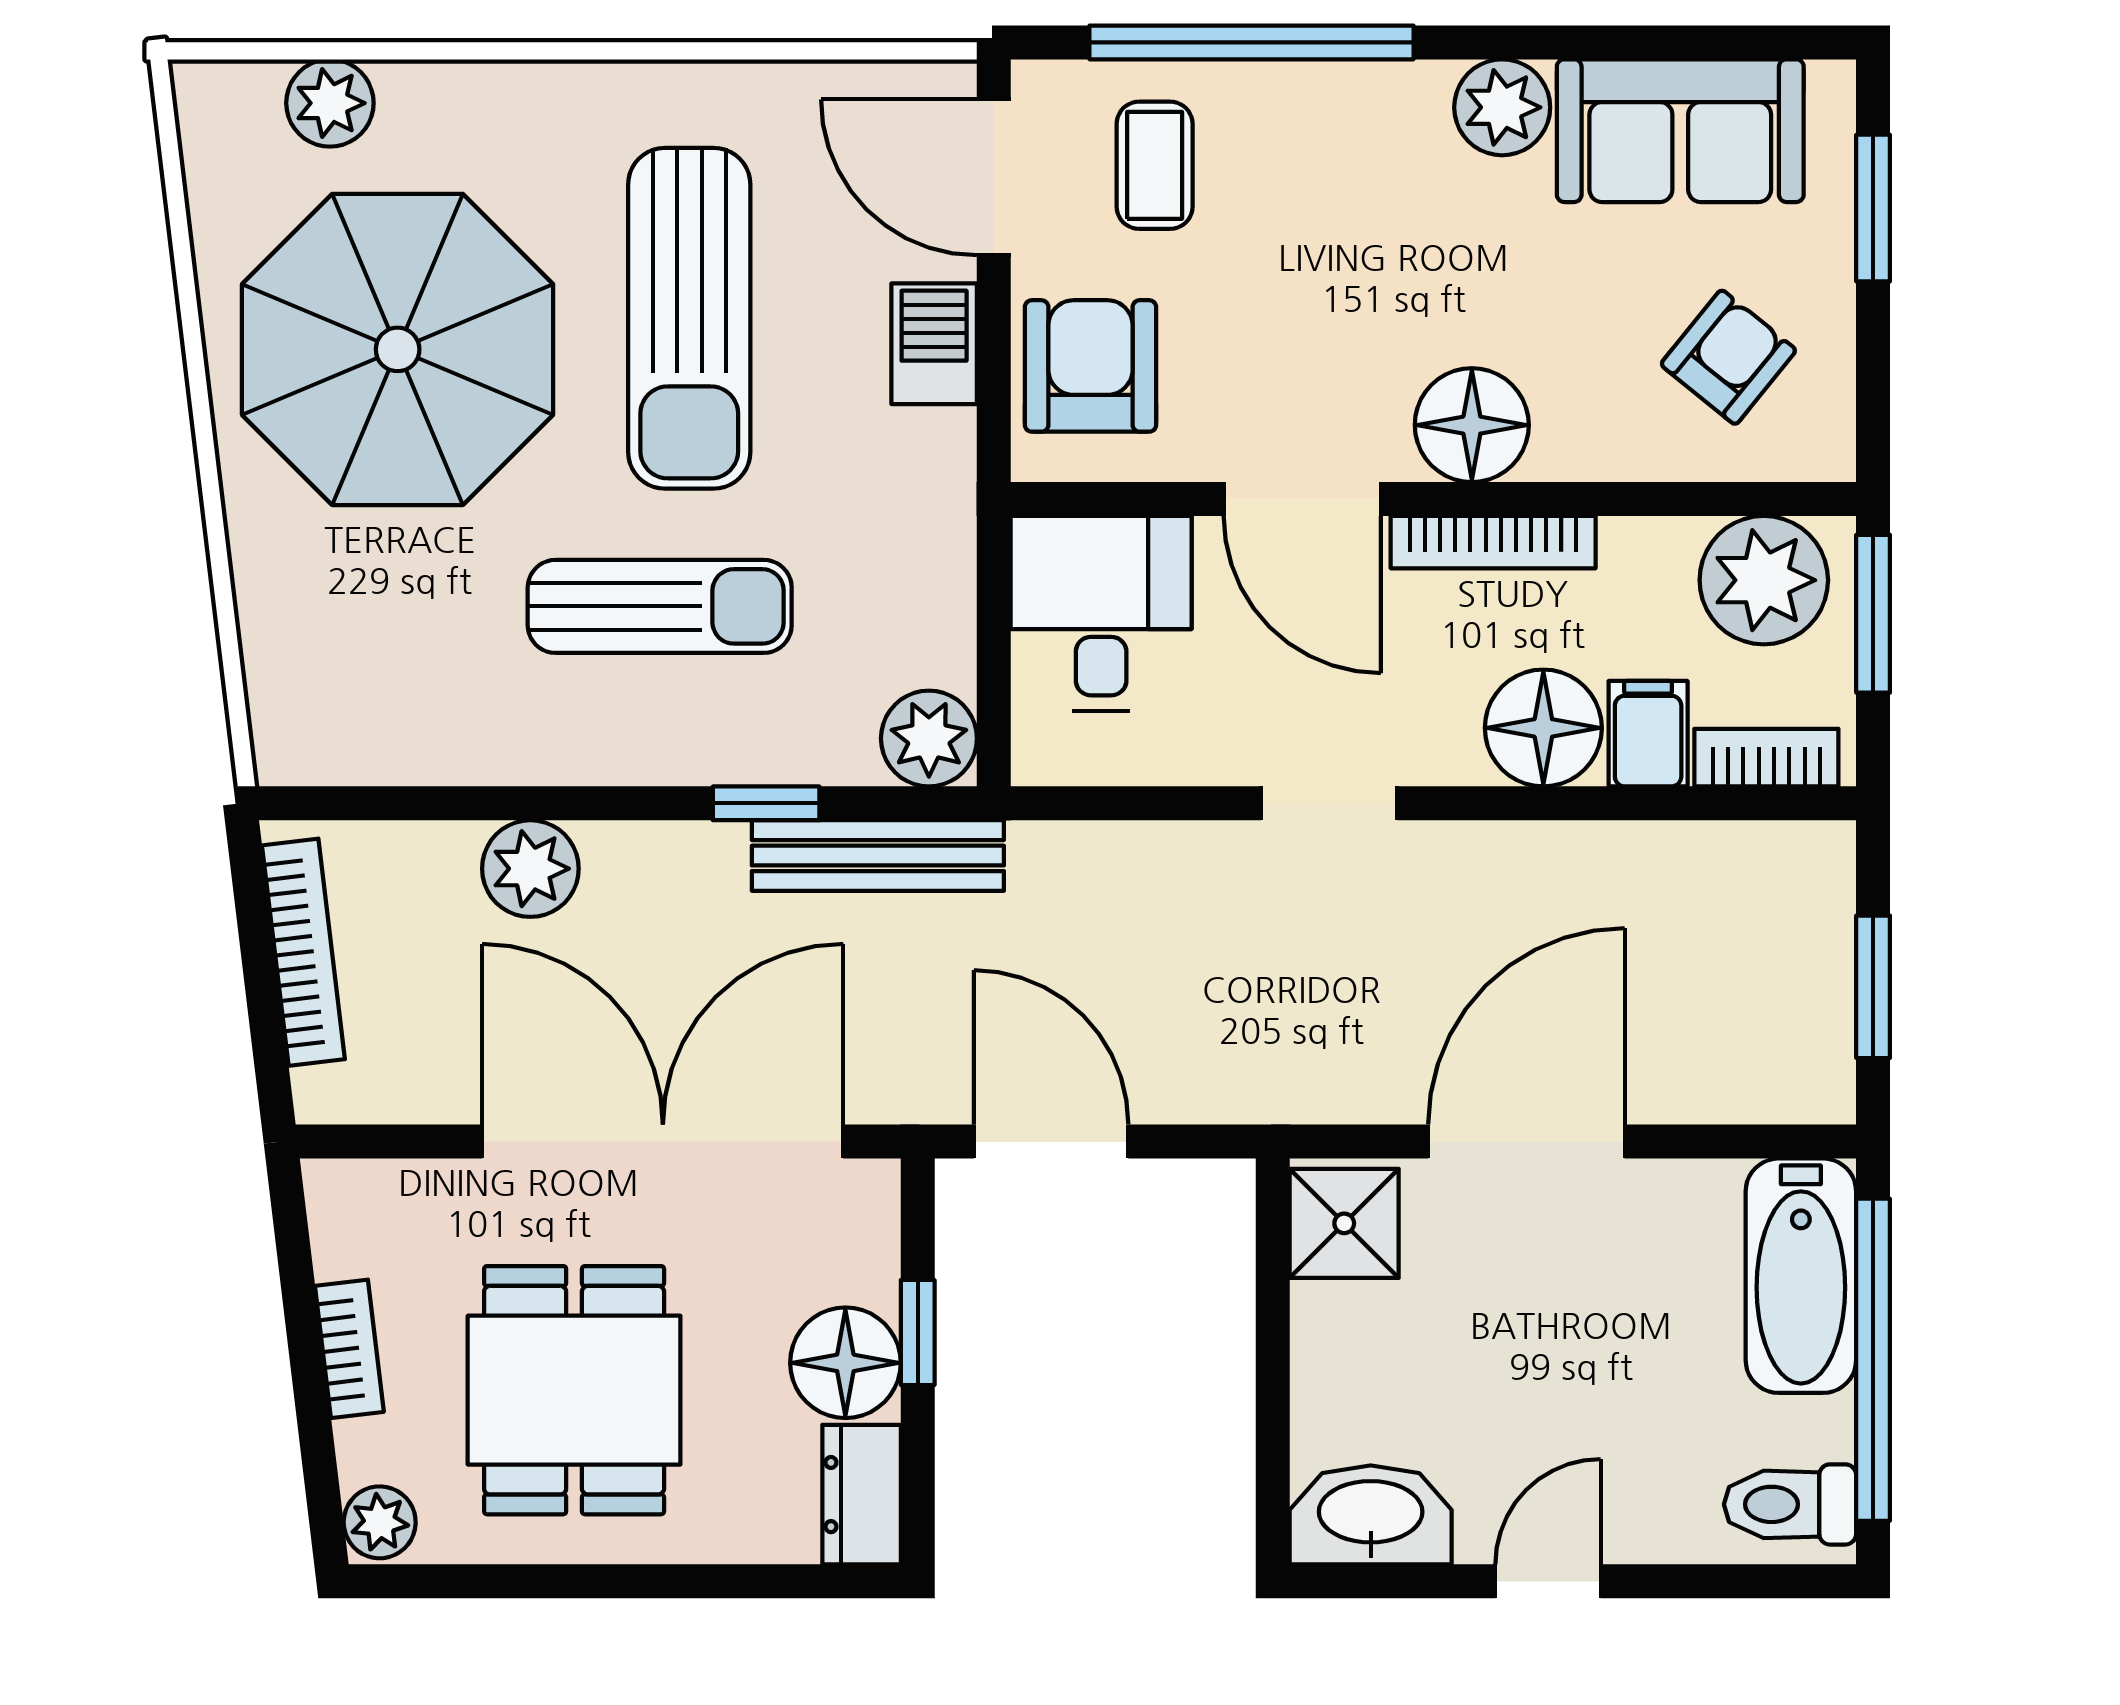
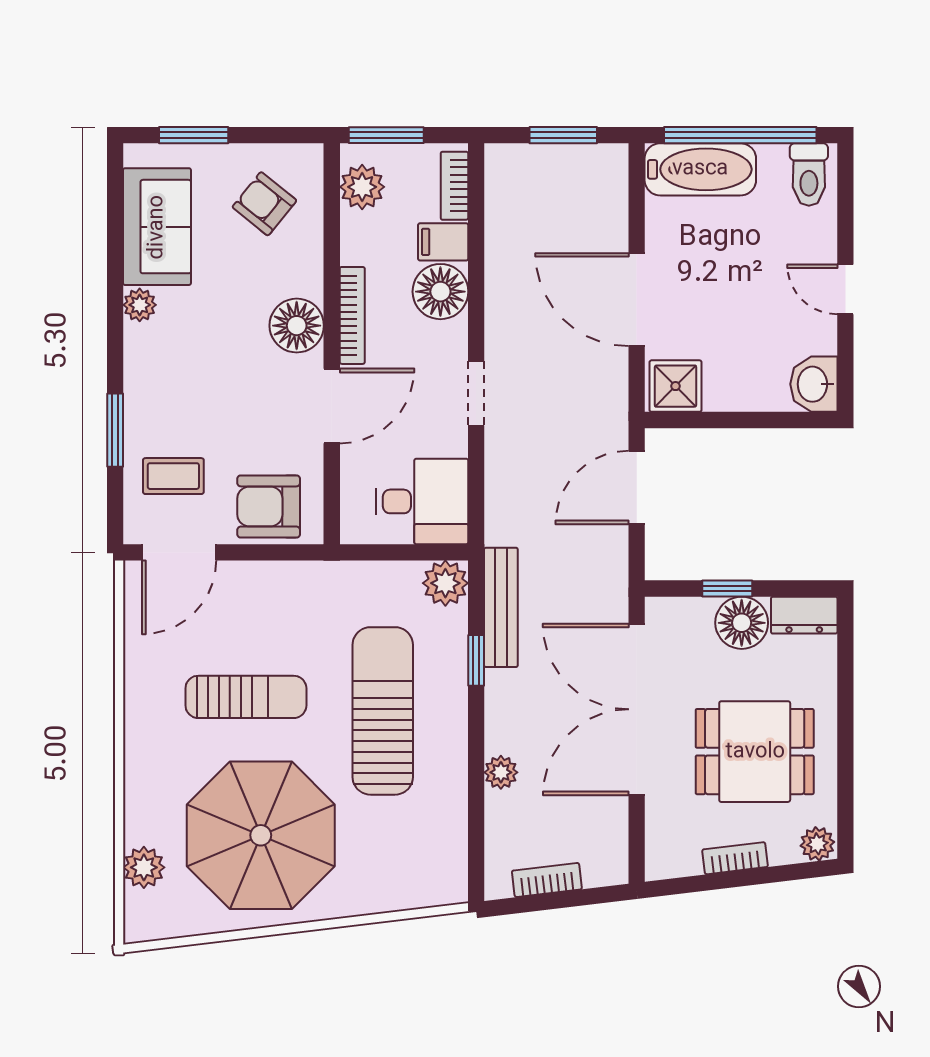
window: (1251, 42) -> (115, 430), width x0.47
plant: (1502, 107) -> (140, 305), width x0.73, depth x0.73
sun lounger: (689, 318) -> (246, 697), width x0.73, depth x0.75
barbecue: (934, 344) -> (258, 581), removed
plant: (1764, 580) -> (362, 187), width x0.73, depth x0.73
sun lounger: (660, 606) -> (383, 711), width x1.36, depth x1.34
desk: (1101, 613) -> (422, 501), moved, turned 180
plant: (530, 869) -> (501, 772), width x0.73, depth x0.73
bookcase: (303, 952) -> (547, 880), width x0.64
door: (1051, 1142) -> (637, 488), moved
washbasin: (1371, 1515) -> (814, 384), width x0.72

